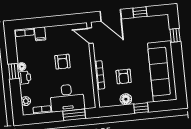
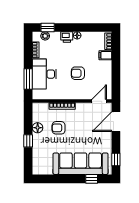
window: (140, 12) -> (116, 159), moved
window: (14, 71) -> (48, 28), moved
sofa: (162, 71) -> (81, 164), moved

